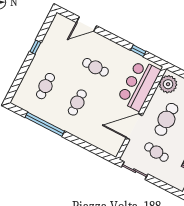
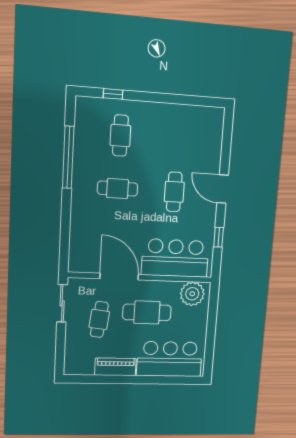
door: (86, 24) -> (223, 189), moved
window: (35, 47) -> (113, 94), moved
cafe table: (45, 86) -> (120, 136), turned 90

